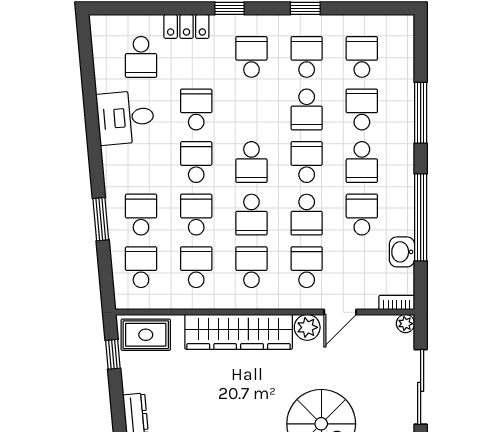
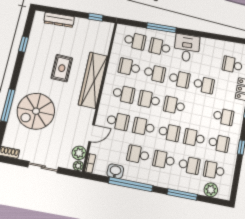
school desk: (362, 57) -> (214, 170), turned 180
plant: (401, 57) -> (211, 190), added
desk: (126, 118) -> (187, 48), moved
school desk: (141, 215) -> (160, 47), turned 180
school desk: (362, 215) -> (138, 155), turned 180
window: (101, 219) -> (162, 28), width x1.44
school desk: (196, 267) -> (129, 67), turned 180
door: (340, 312) -> (92, 133), swing flipped
plant: (307, 327) -> (79, 153), moved
rug: (146, 335) -> (62, 68), moved
sliding door: (421, 387) -> (43, 167), width x0.73

